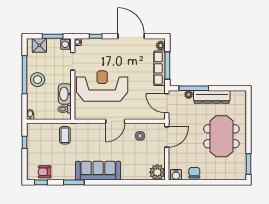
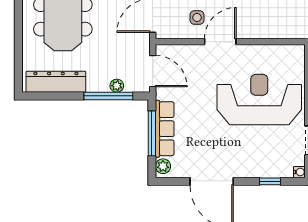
reception desk: (102, 86) -> (259, 100), turned 180
dresser: (212, 97) -> (56, 82), moved
door: (115, 121) -> (220, 42), moved

